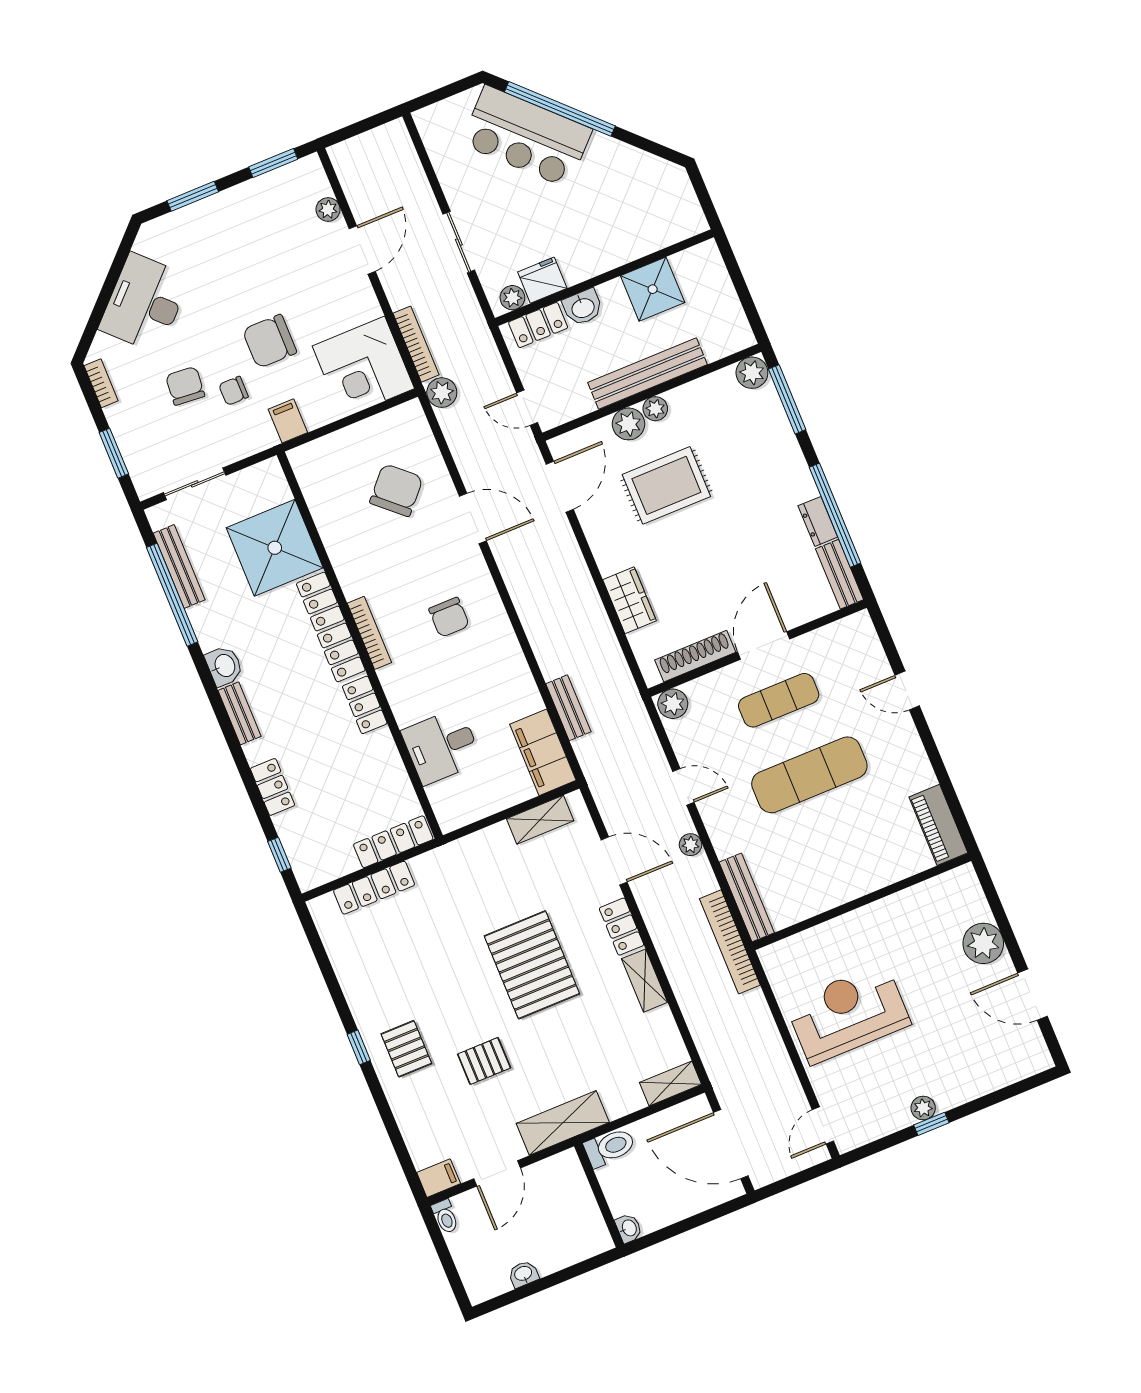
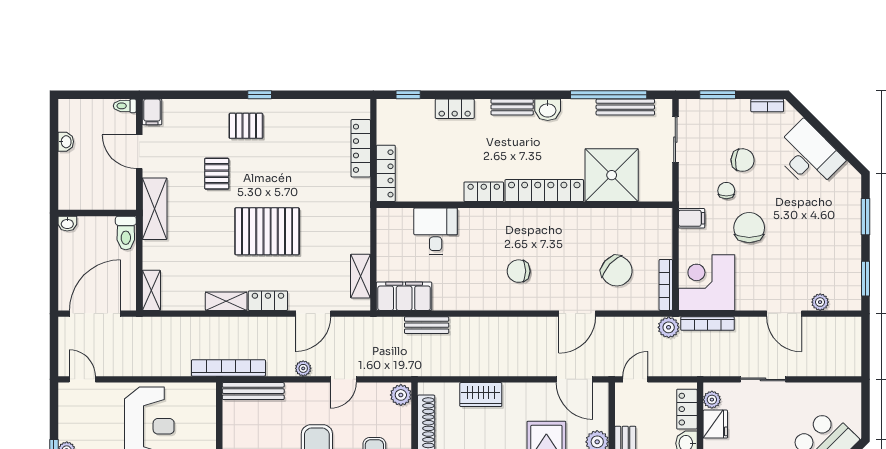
bookcase: (369, 633) -> (666, 285), moved, turned 90

